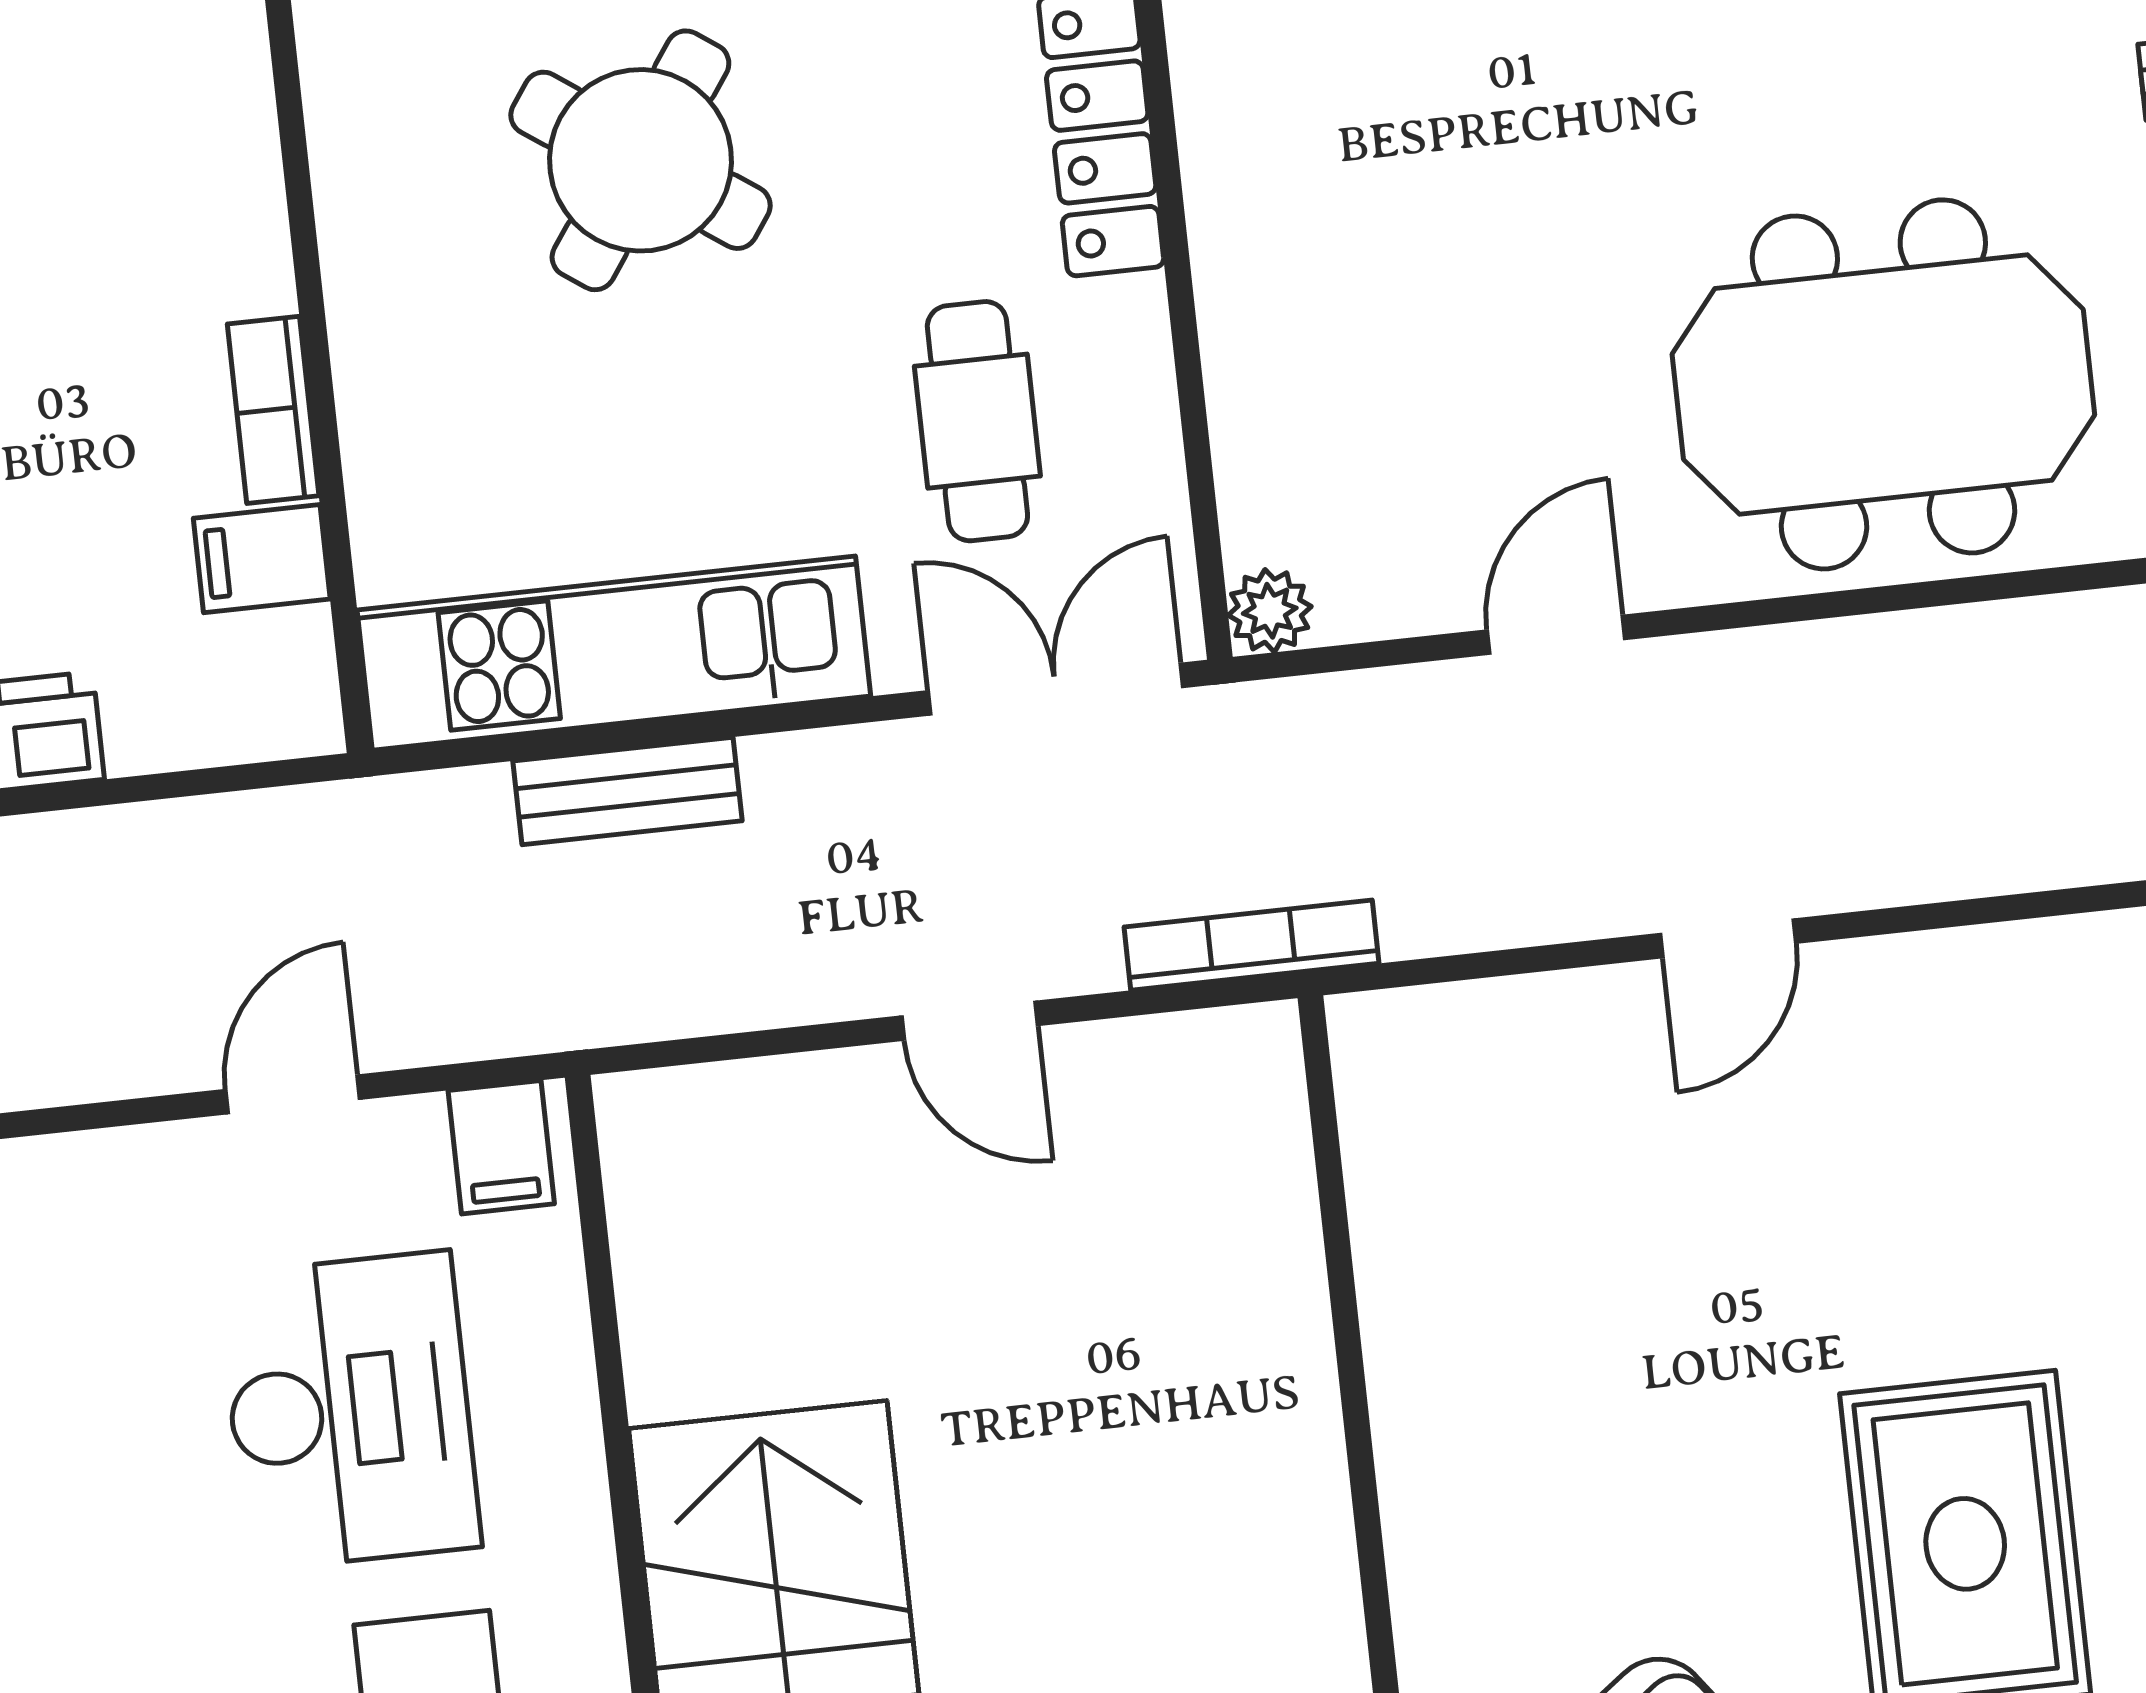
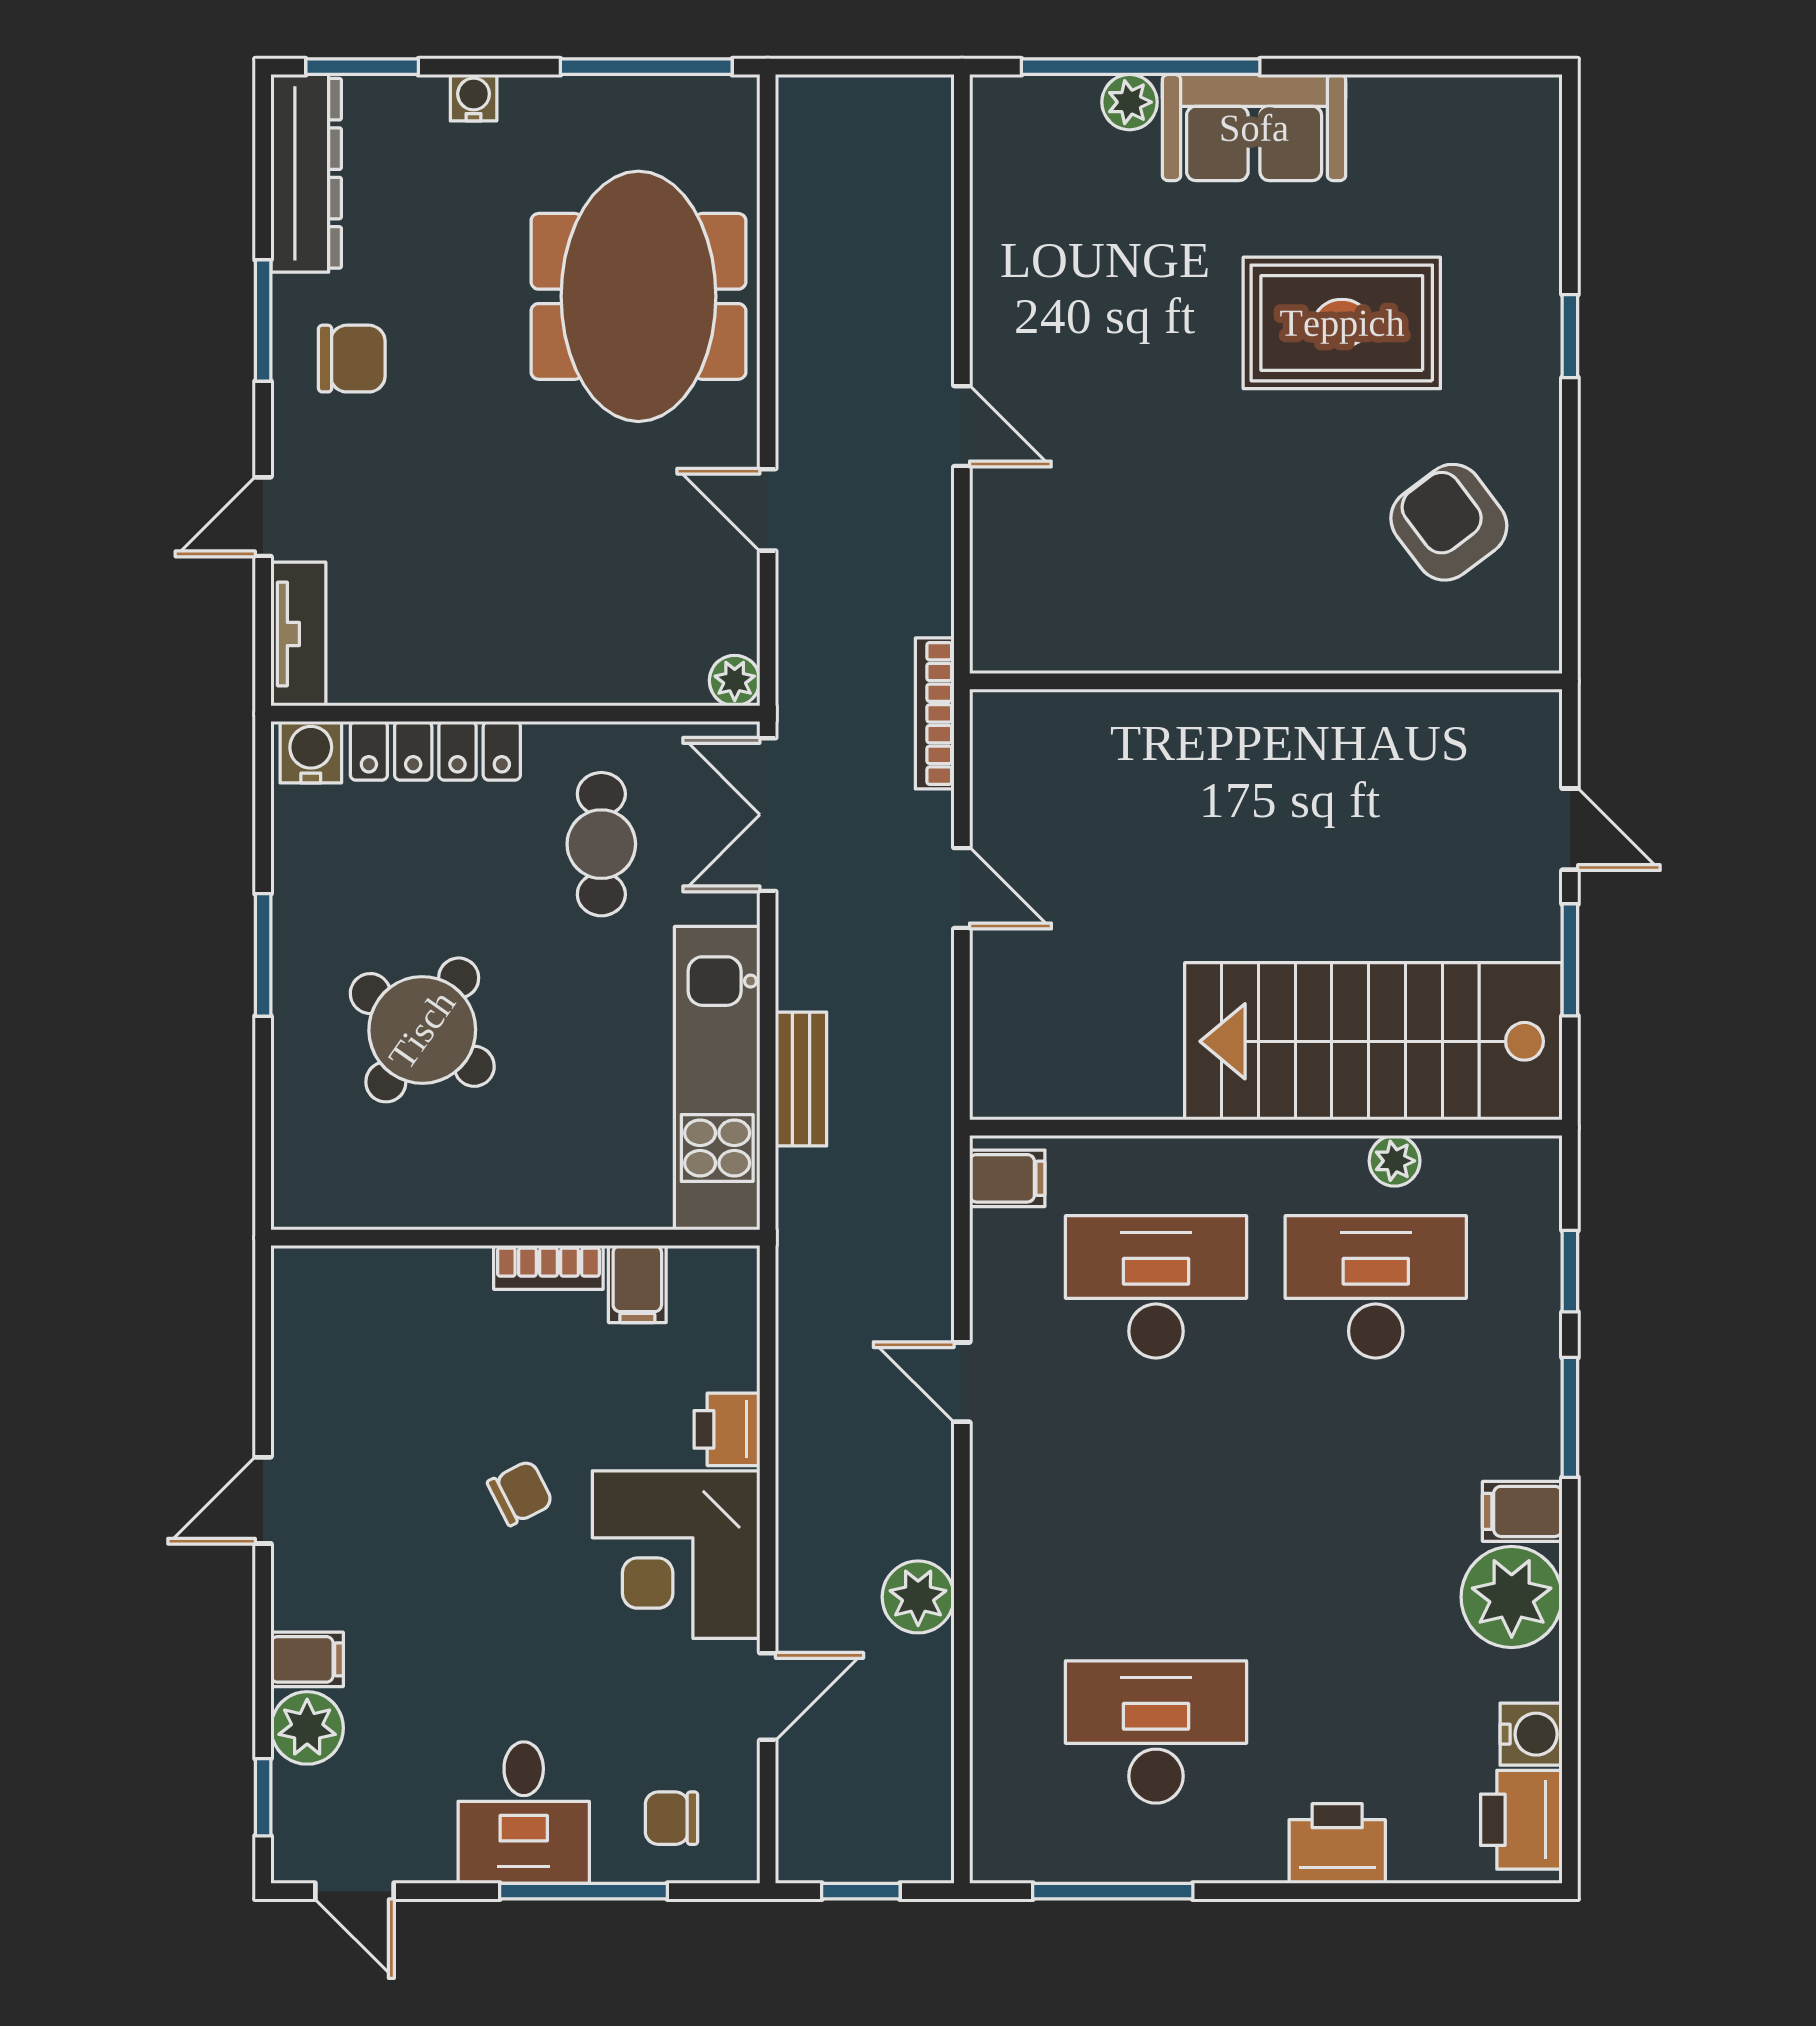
cafe table: (977, 421) -> (601, 844), turned 90
door: (970, 1021) -> (962, 888), hinge flipped
door: (293, 1094) -> (962, 1382), moved

